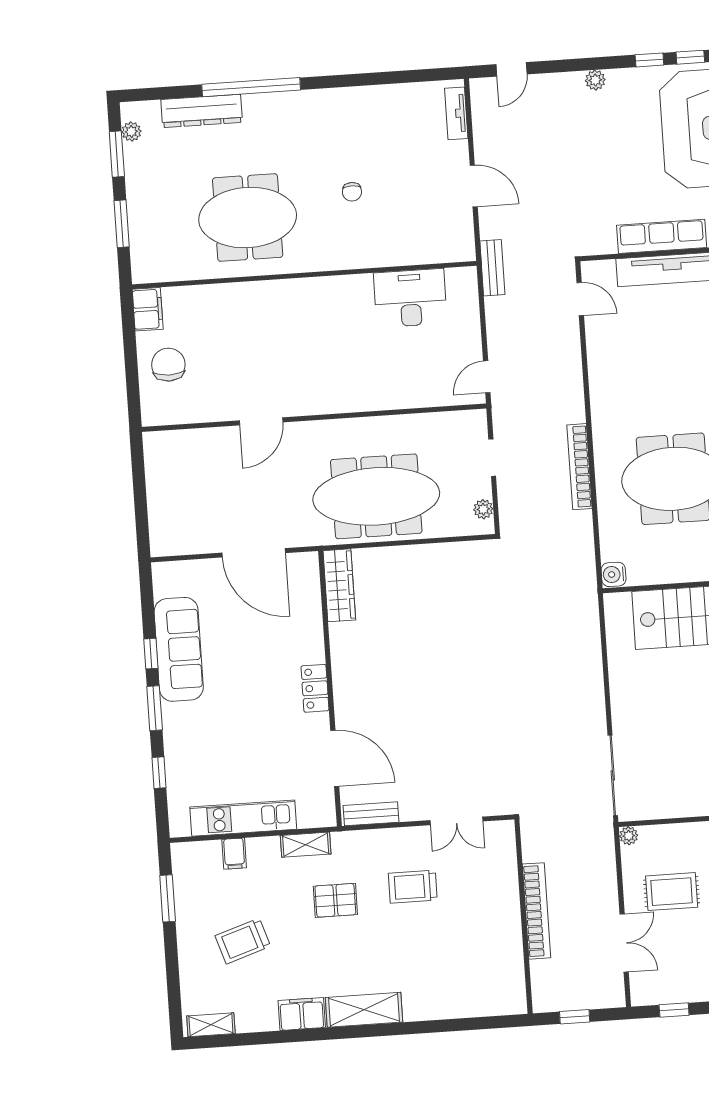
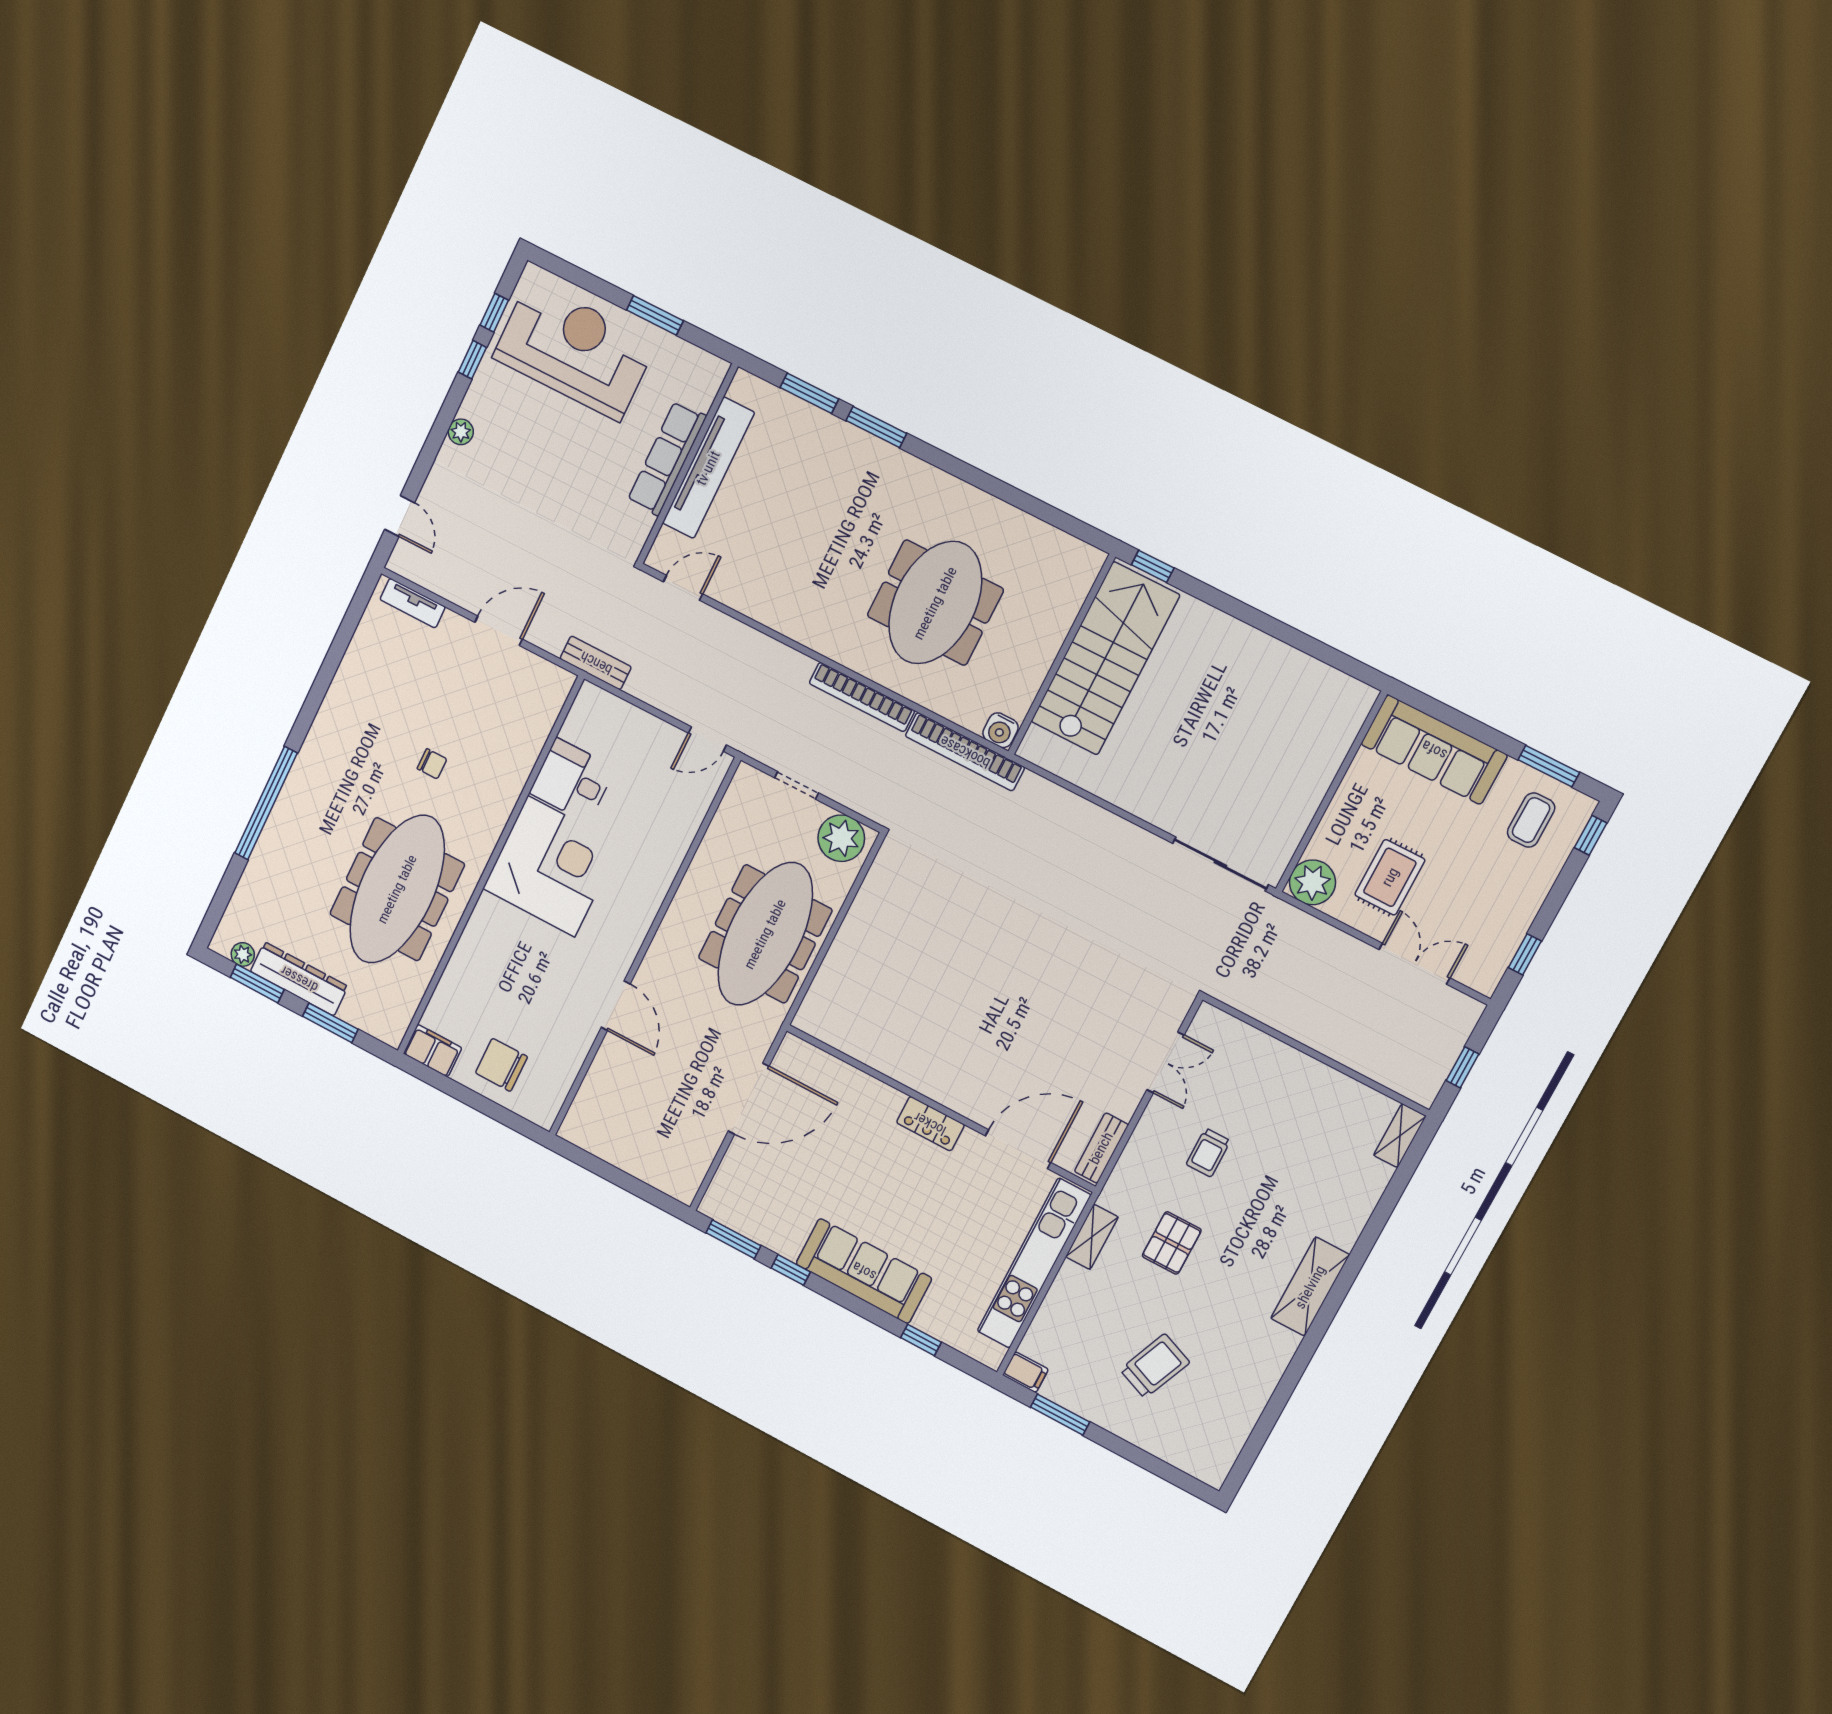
dresser: (202, 111) -> (299, 979), moved, turned -90
meeting table: (248, 218) -> (397, 889), width x1.36
desk: (410, 298) -> (572, 780), width x0.73
corner desk: (331, 319) -> (551, 866), added
door: (487, 377) -> (707, 739), hinge flipped
plant: (483, 509) -> (841, 838), width x1.87, depth x1.87
wardrobe: (339, 585) -> (836, 1031), removed
sofa: (179, 649) -> (864, 1271), moved
window: (155, 708) -> (733, 1239), moved
kitchen unit: (243, 818) -> (1034, 1263), width x1.36
plant: (629, 836) -> (1312, 882), width x1.87, depth x1.87
filing cabinet: (234, 854) -> (1025, 1372), moved
trolley: (413, 887) -> (1208, 1153), width x0.73, depth x0.72
bookcase: (536, 911) -> (965, 752), moved, turned 180
trolley: (243, 941) -> (1155, 1366), turned -140
filing cabinet: (302, 1014) -> (1273, 1354), removed
shelving: (211, 1025) -> (1400, 1136), moved

